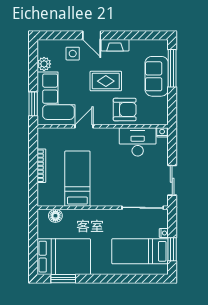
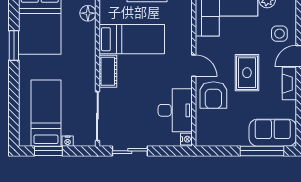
sofa: (157, 76) -> (273, 133), moved
door: (84, 126) -> (194, 66), moved
cot: (105, 199) -> (108, 71), added
window: (63, 279) -> (14, 45), moved

